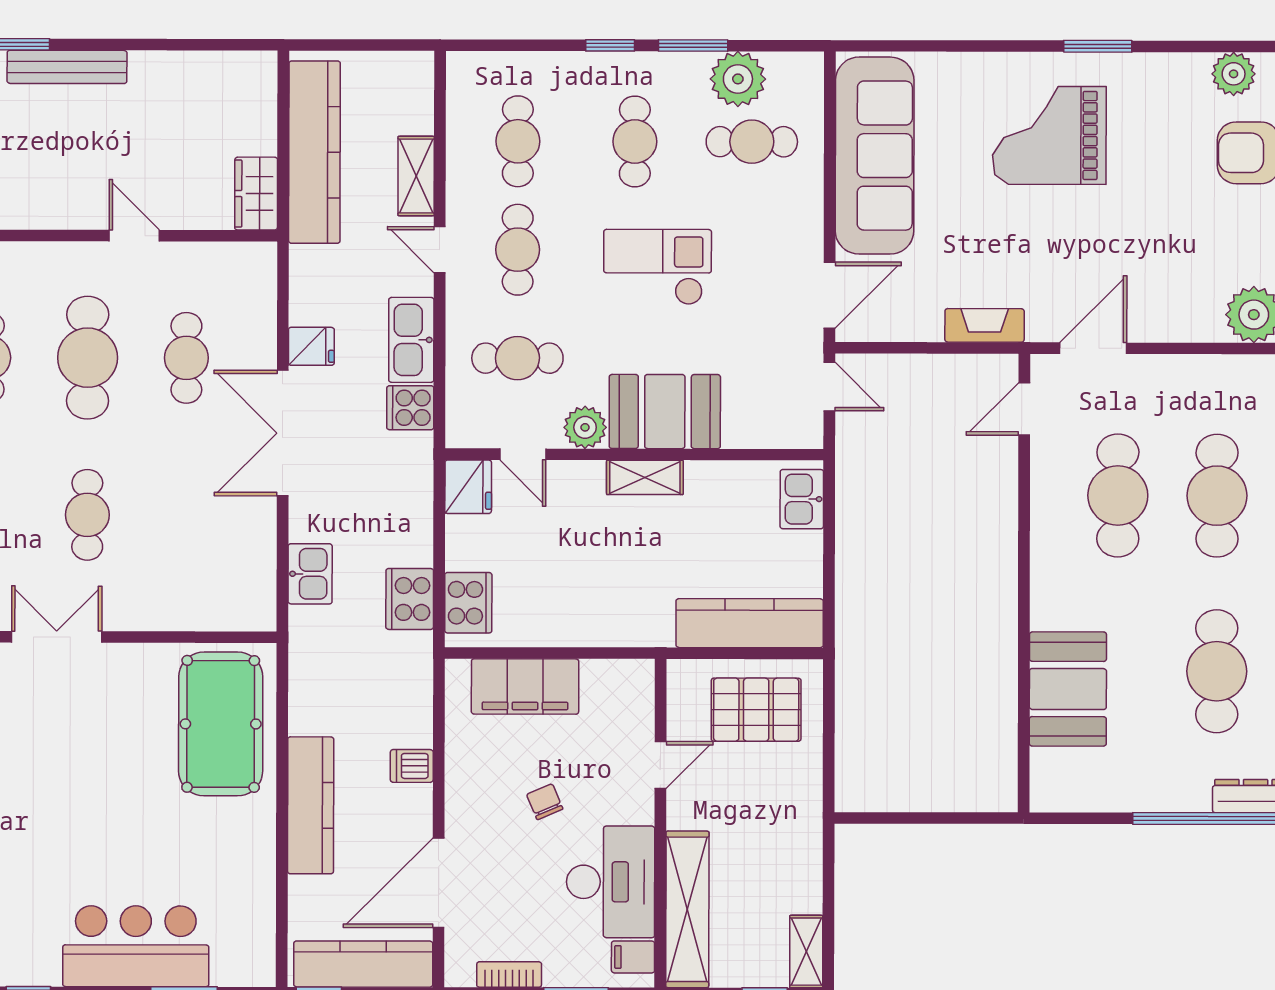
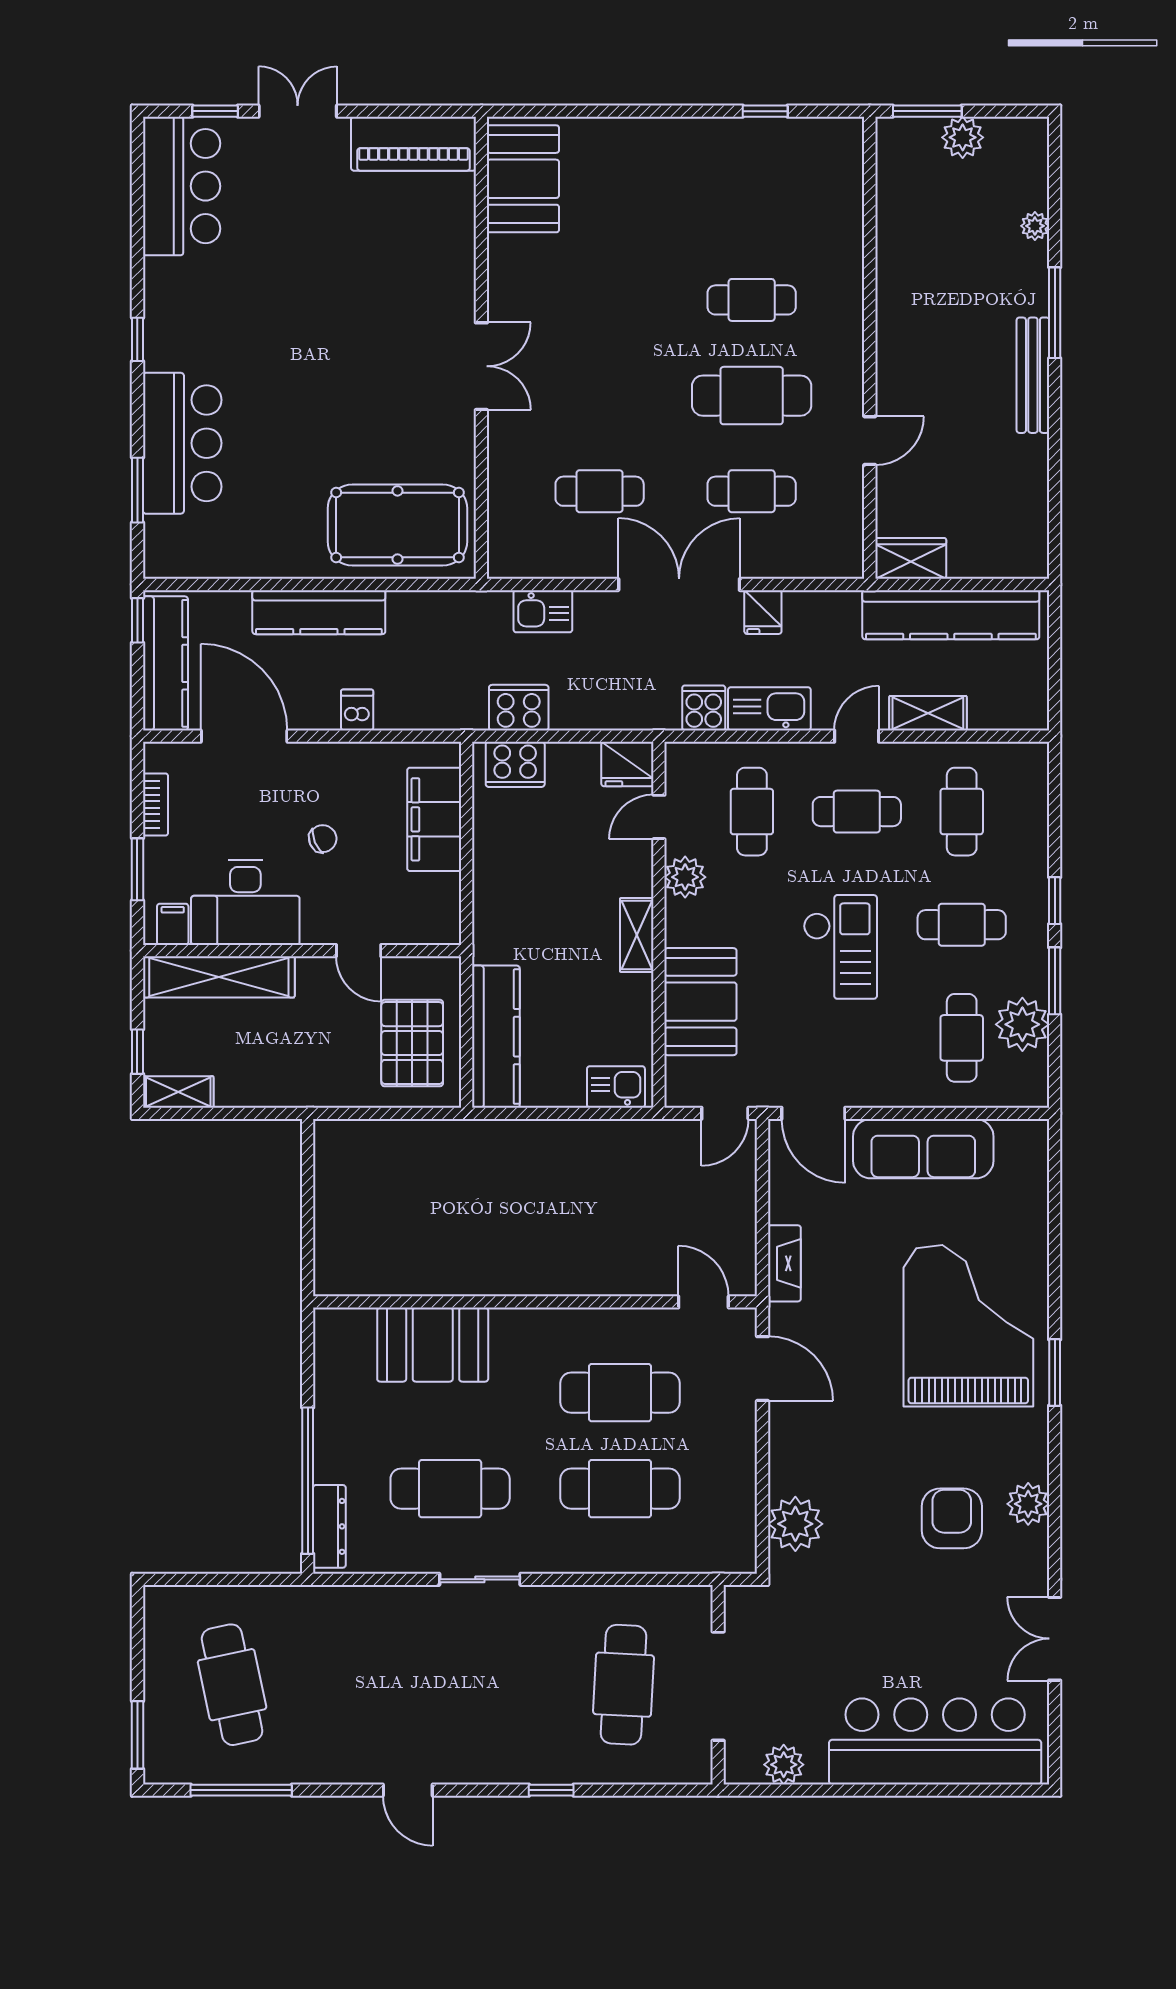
grand piano: (1049, 135) -> (968, 1326), width x1.37, depth x1.48
cafe table: (518, 141) -> (962, 812), turned 90
sofa: (875, 156) -> (923, 1149), width x0.74, depth x0.79
booth: (665, 412) -> (700, 1002), moved
cafe table: (87, 515) -> (600, 491), moved

